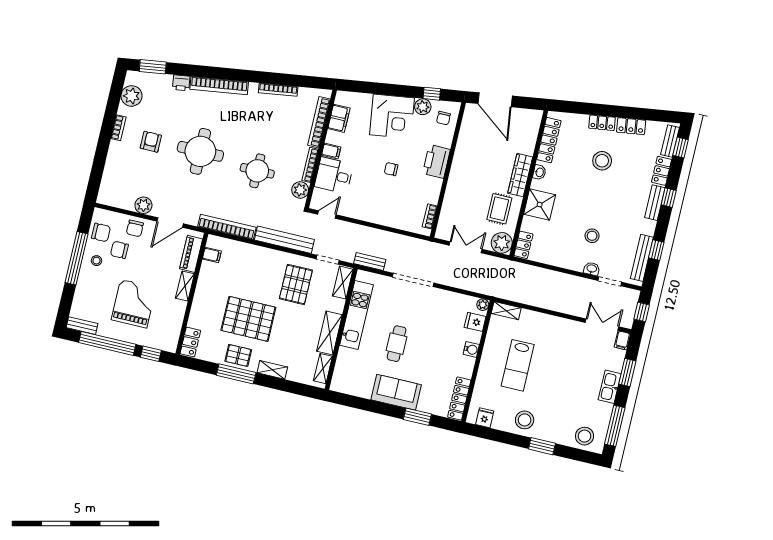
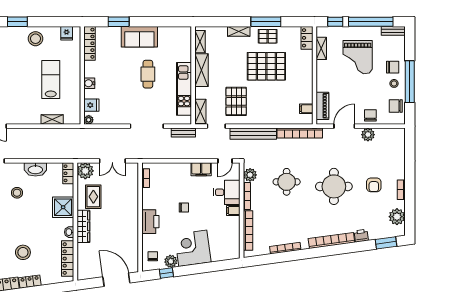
filing cabinet: (339, 118) -> (201, 169), moved, turned -90
chair: (119, 250) -> (393, 67), moved
washbasin: (592, 269) -> (35, 169), moved, width x1.91, depth x1.45
shelving: (185, 286) -> (321, 48), moved
shelving: (506, 311) -> (52, 120), moved

